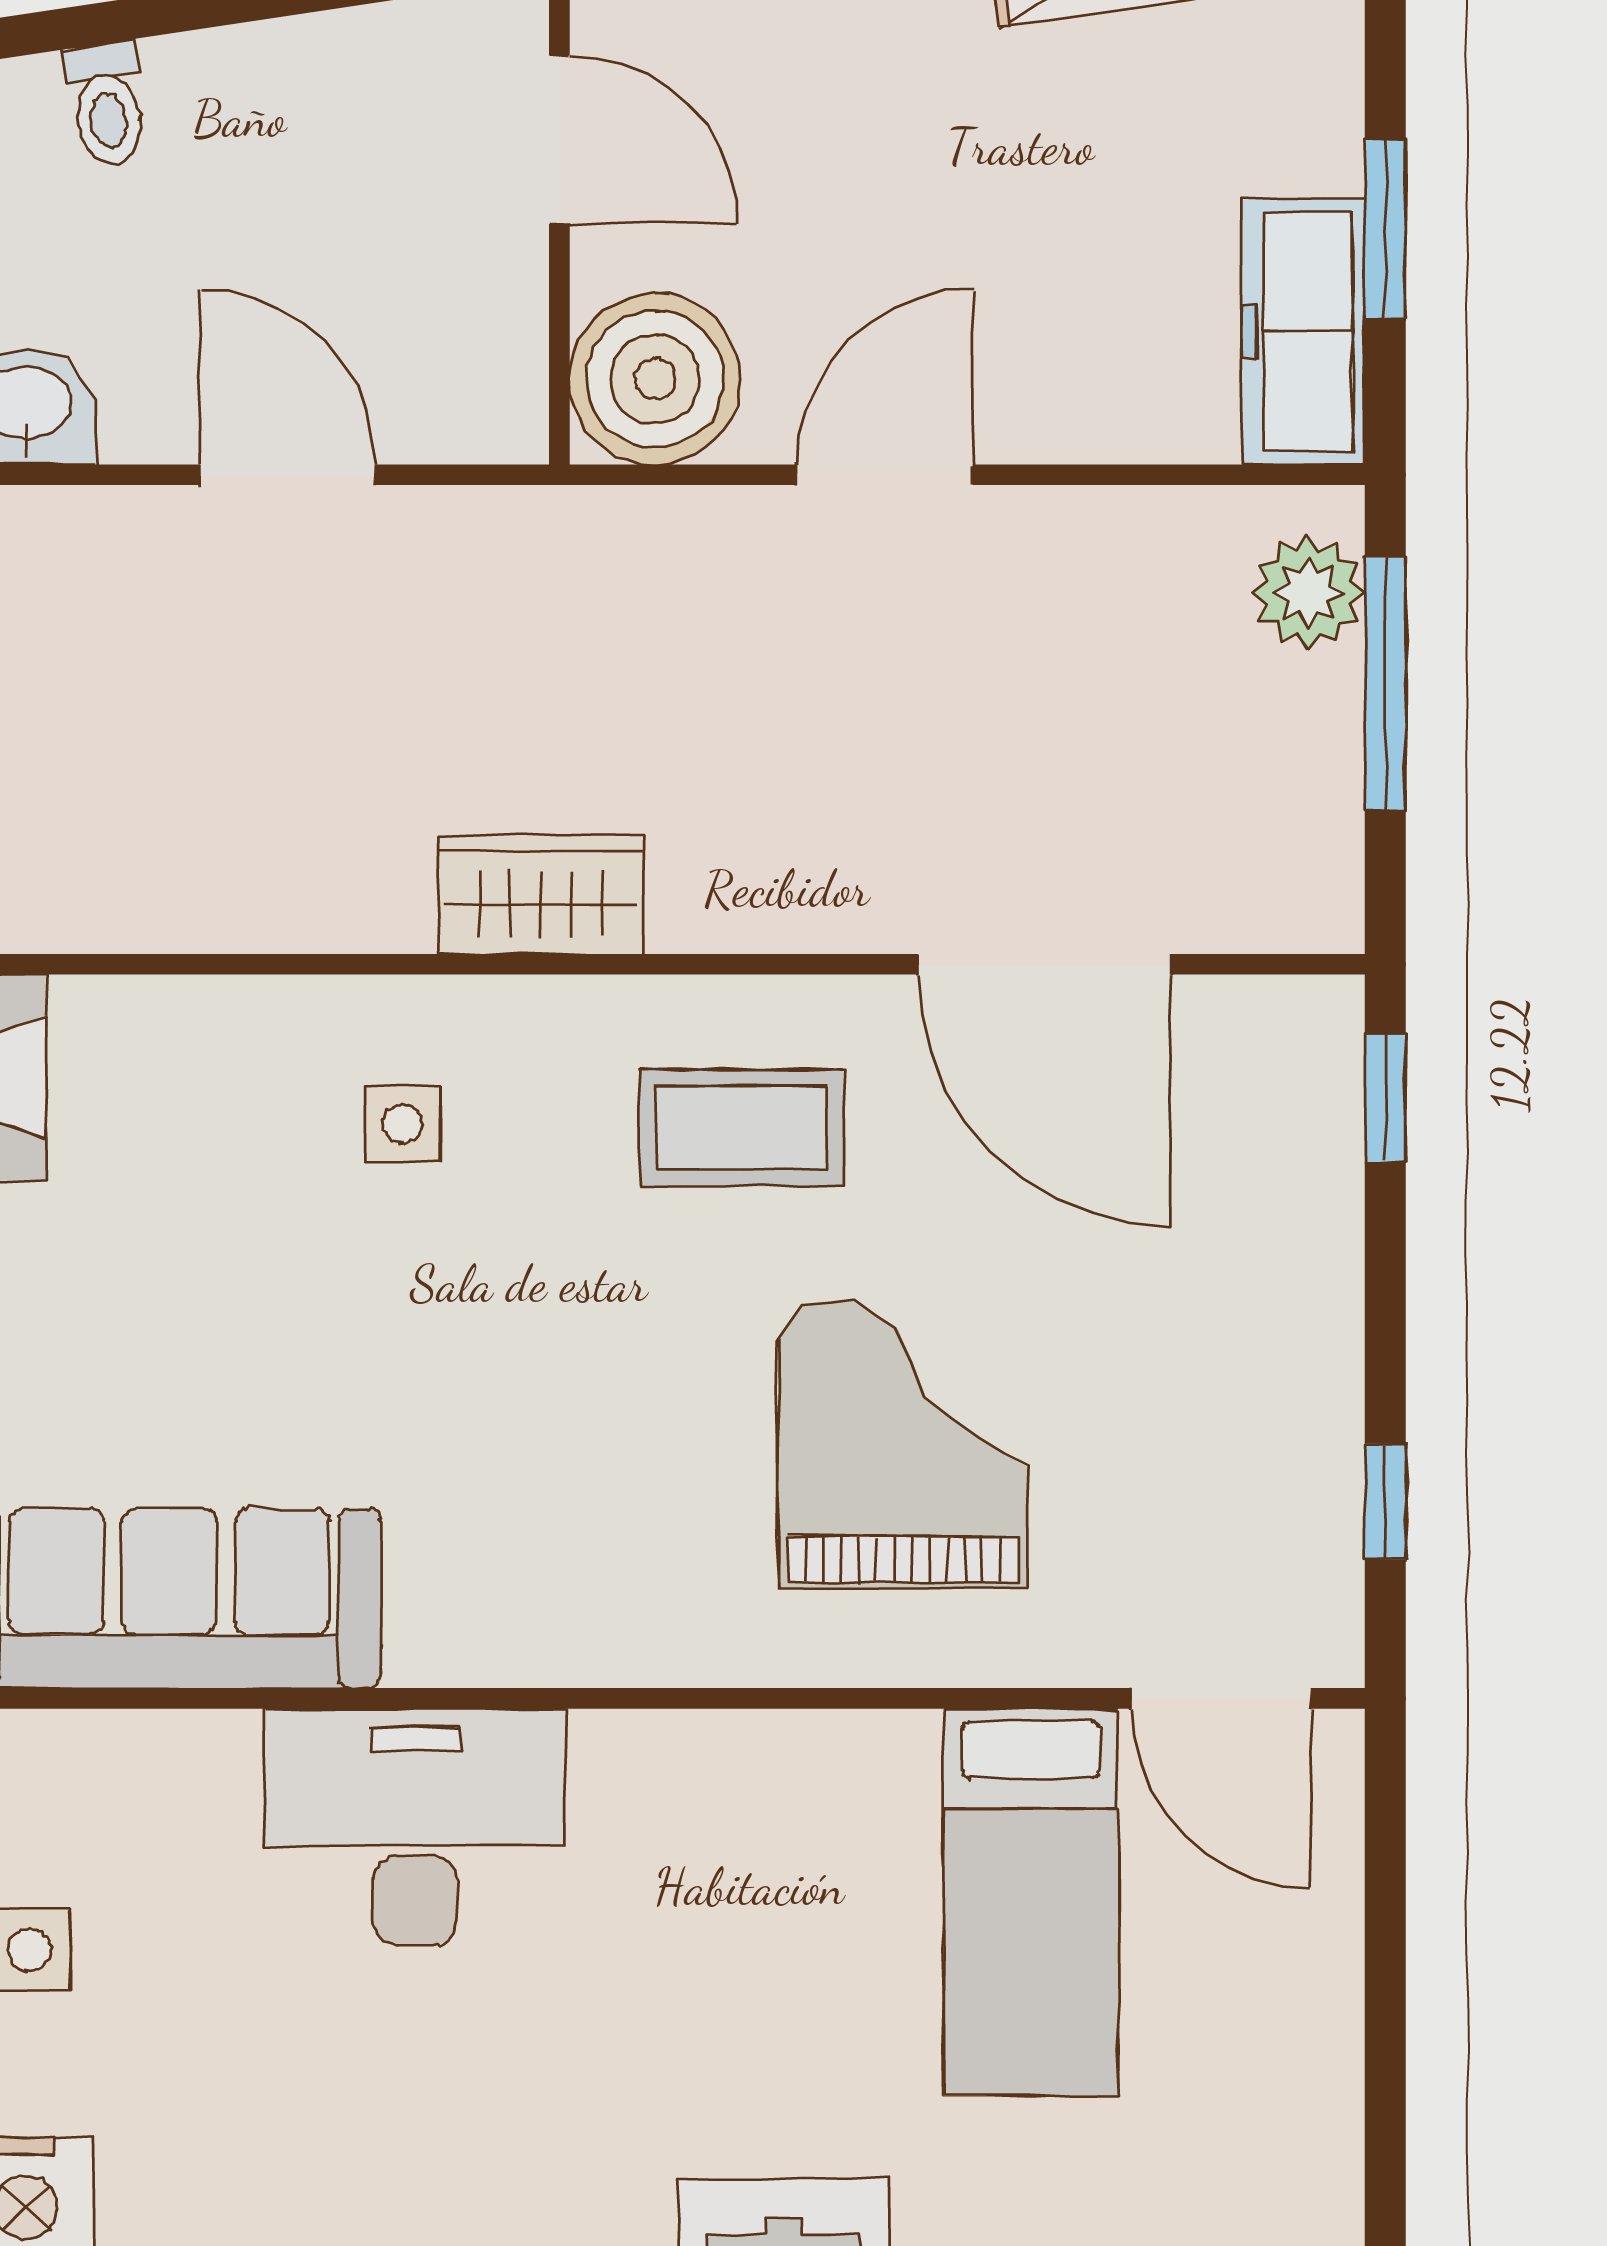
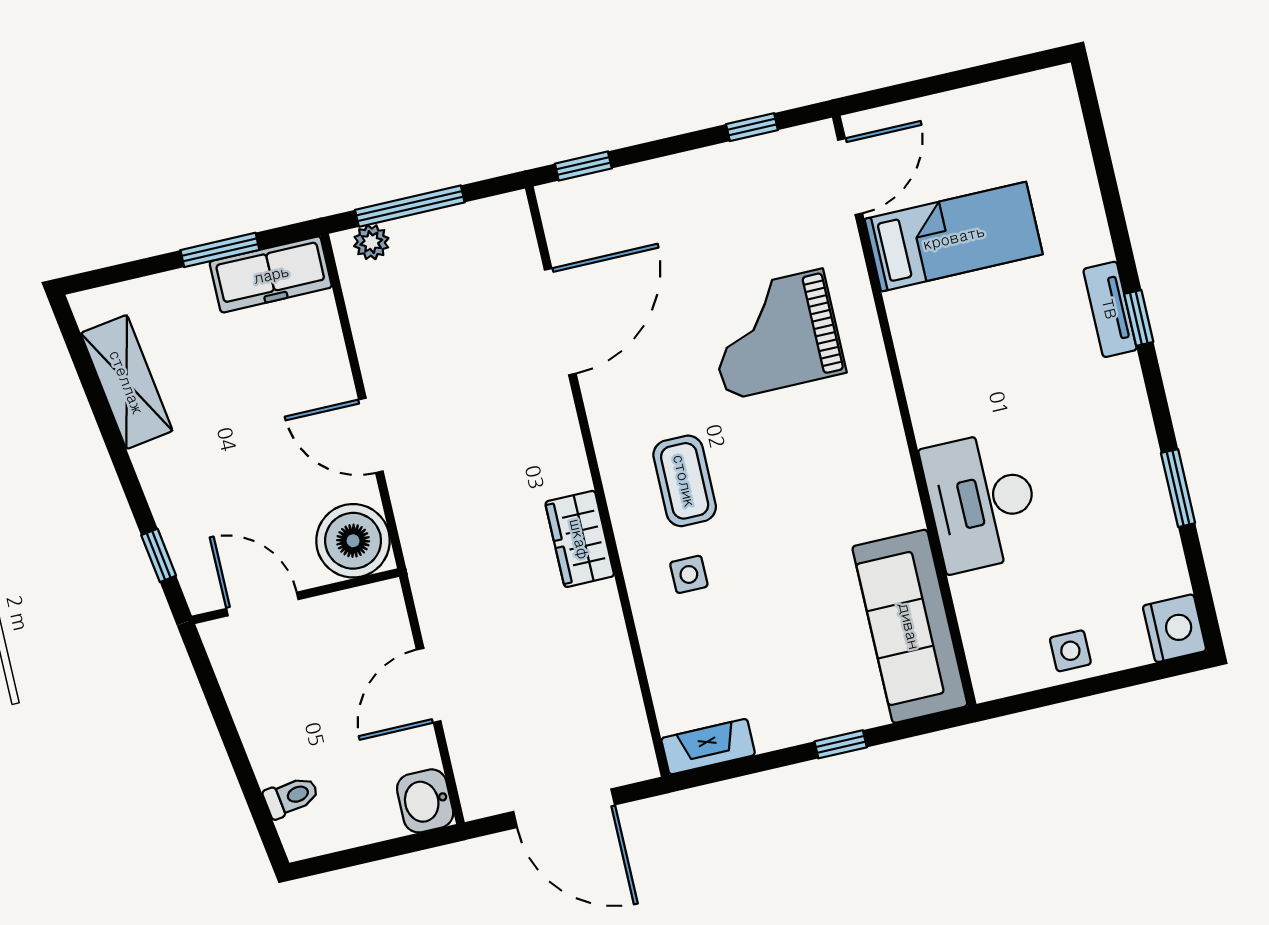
door: (559, 140) -> (262, 604), hinge flipped
plant: (1308, 592) -> (371, 242), width x0.73, depth x0.73
coffee table: (742, 1128) -> (685, 481), moved

